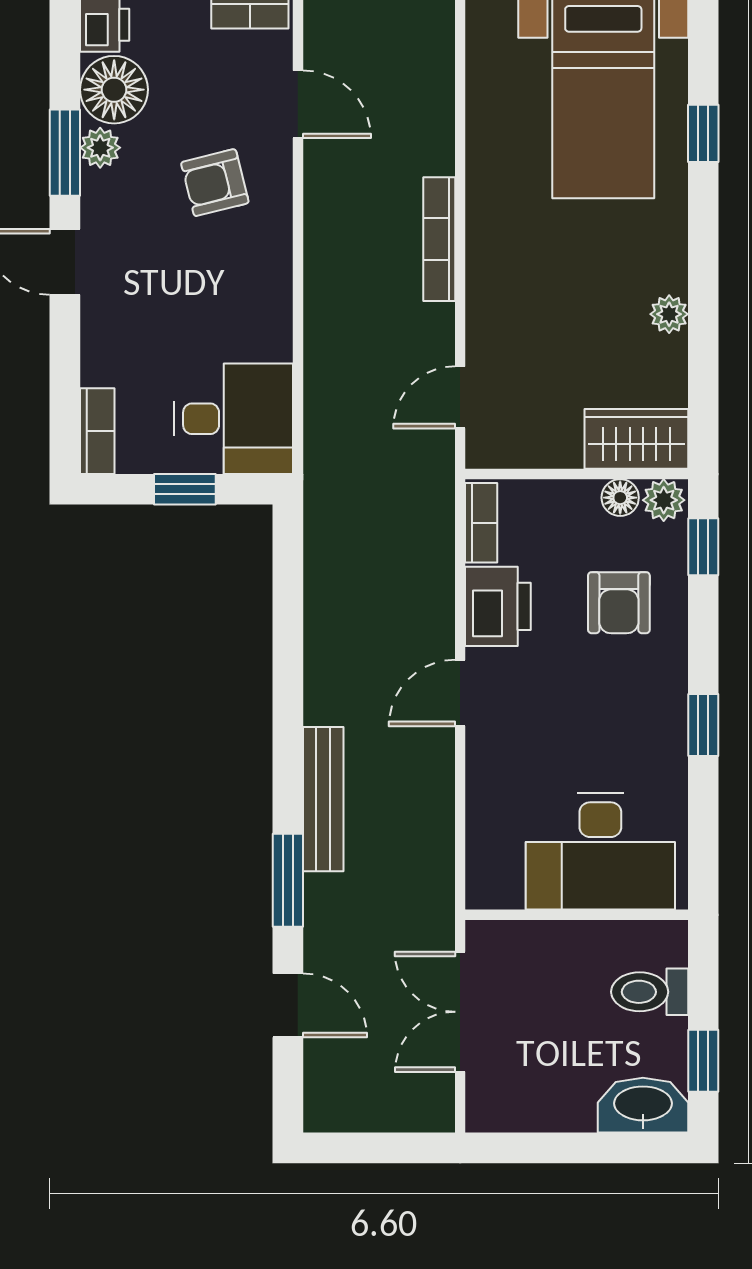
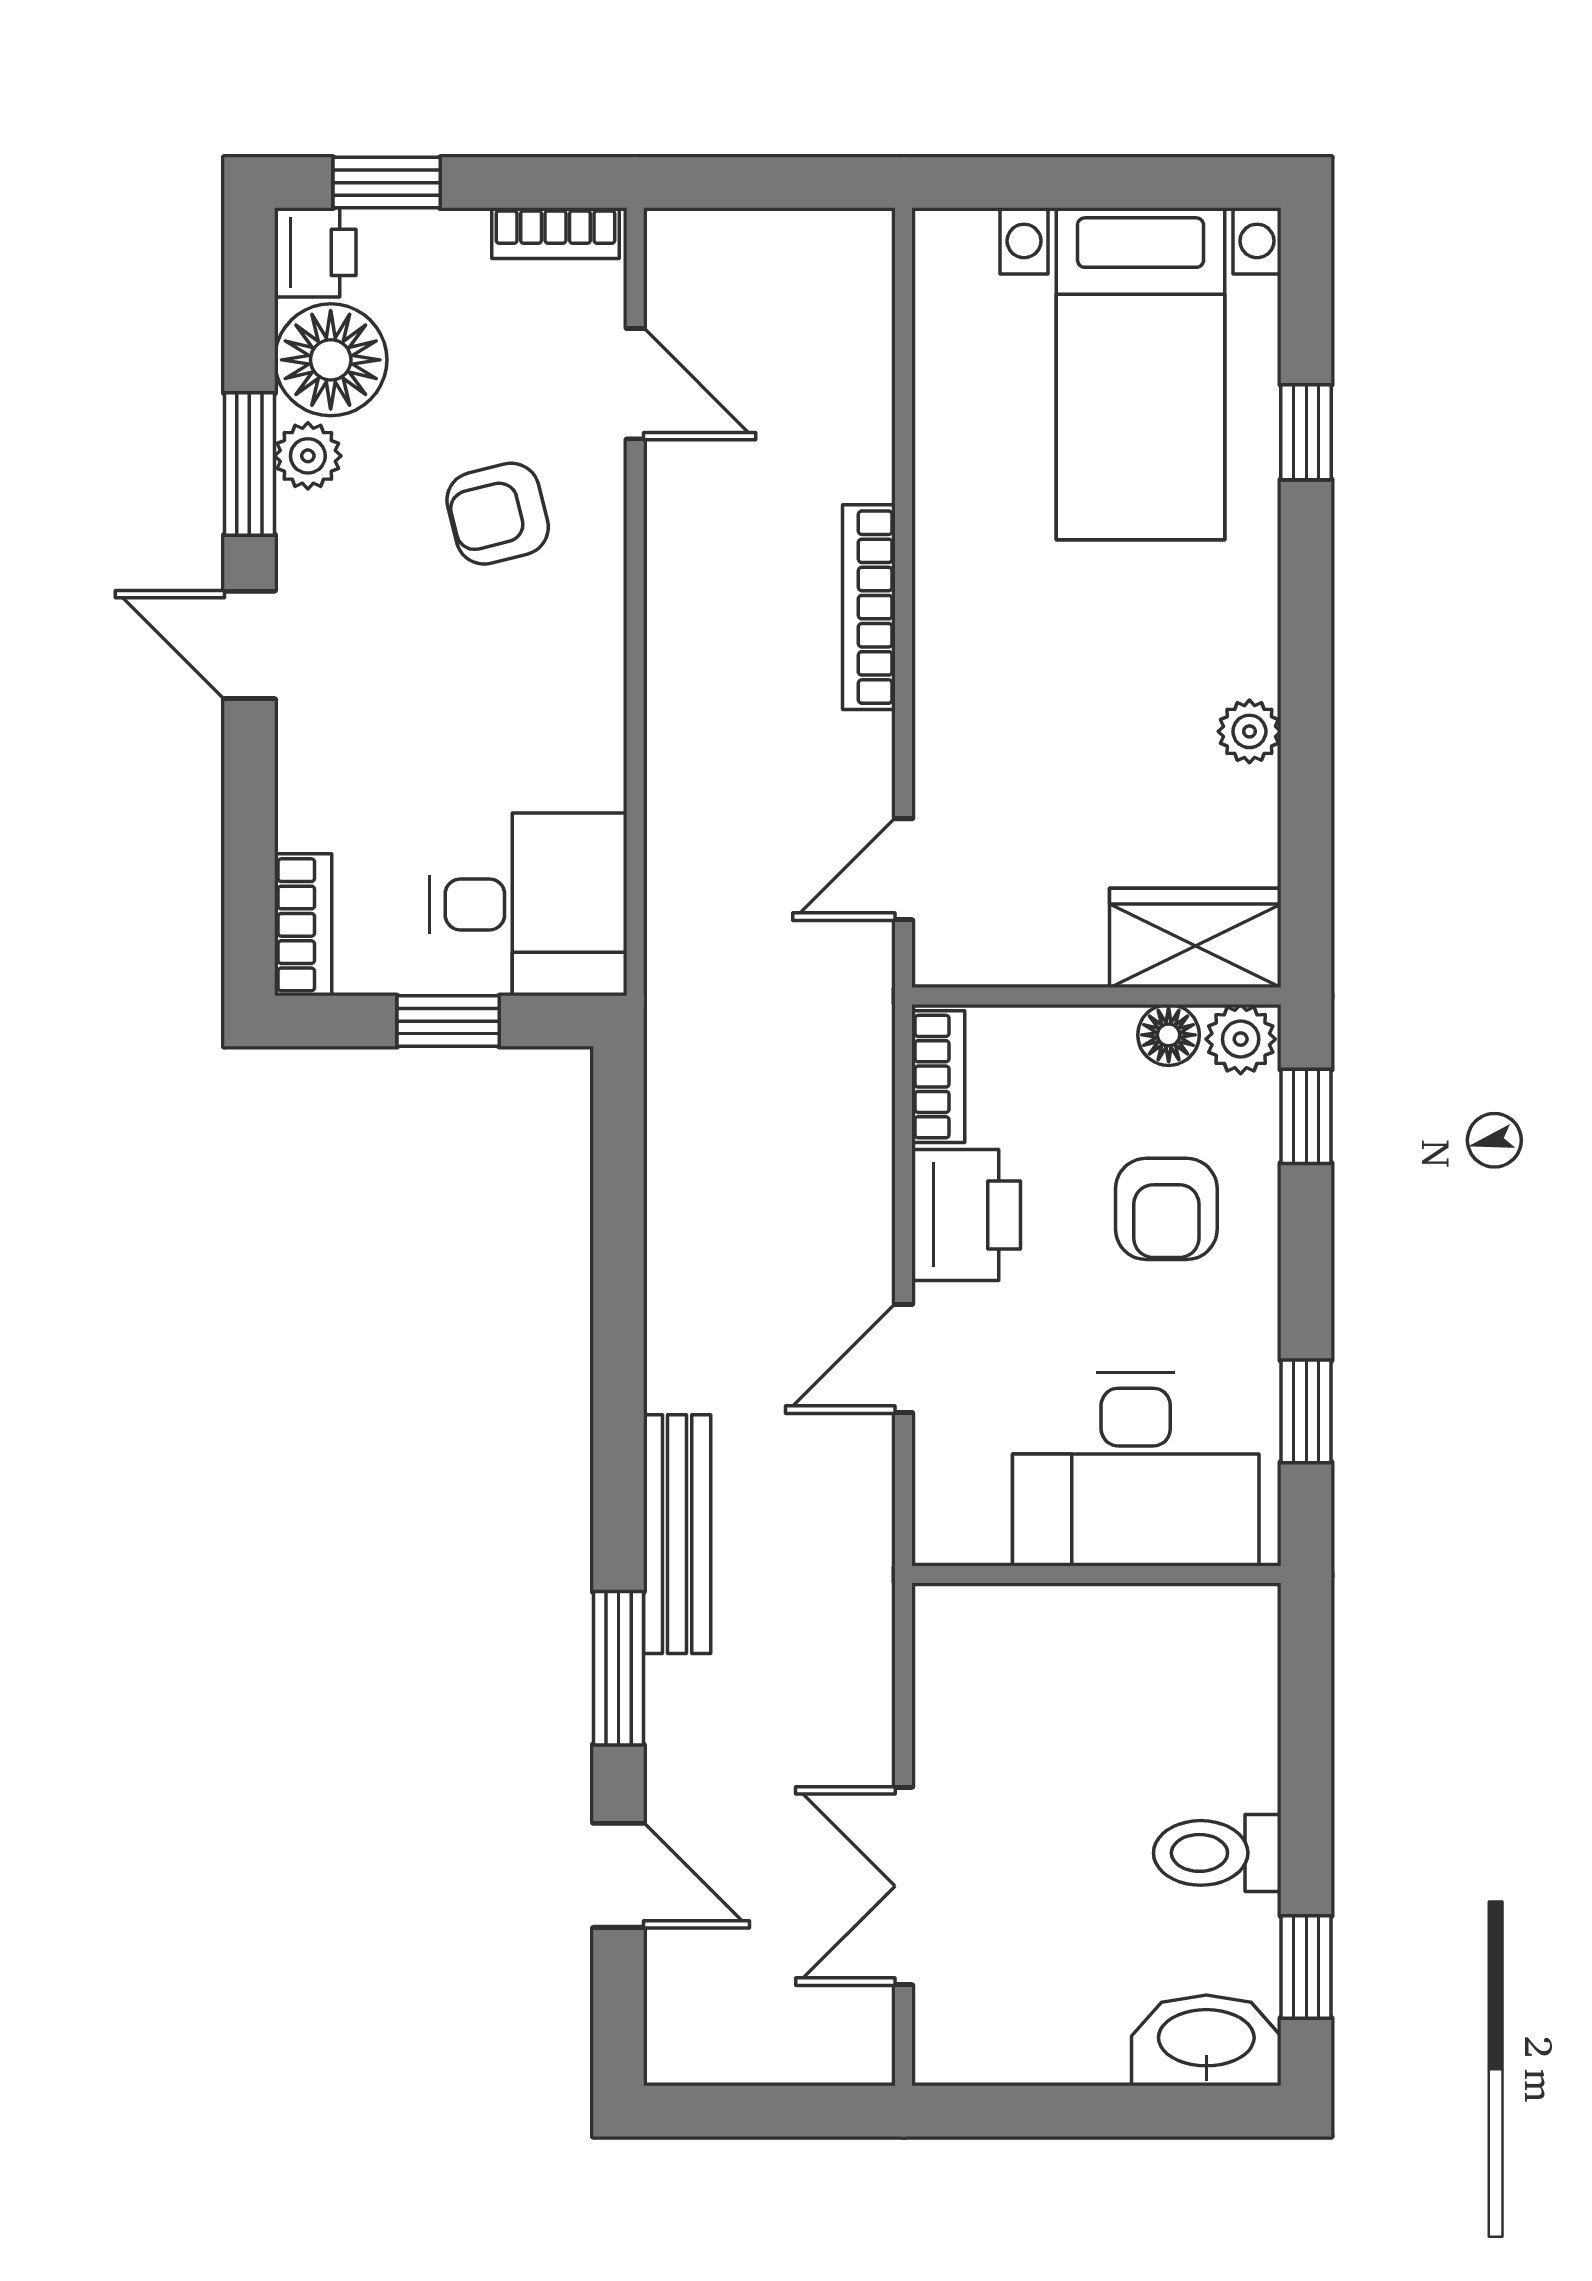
desk: (600, 851) -> (1136, 1469), moved
wall: (577, 915) -> (1096, 1574), moved

